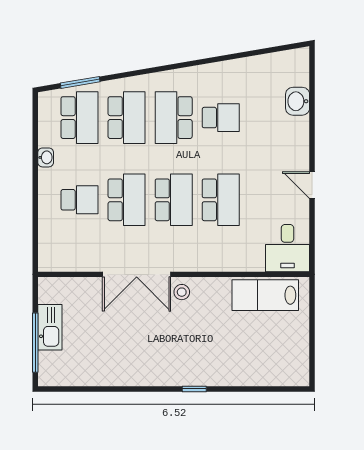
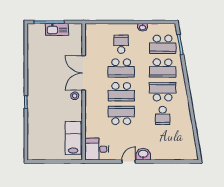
washbasin: (298, 101) -> (143, 154), moved
school desk: (79, 200) -> (121, 44), turned 180
school desk: (221, 200) -> (121, 115), turned 180

